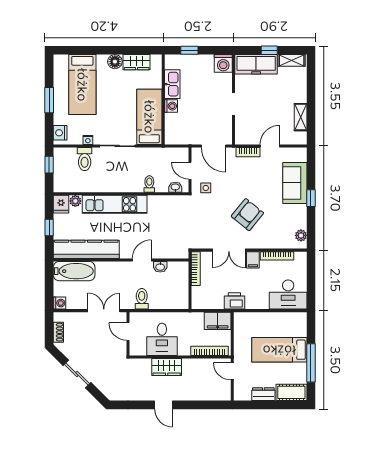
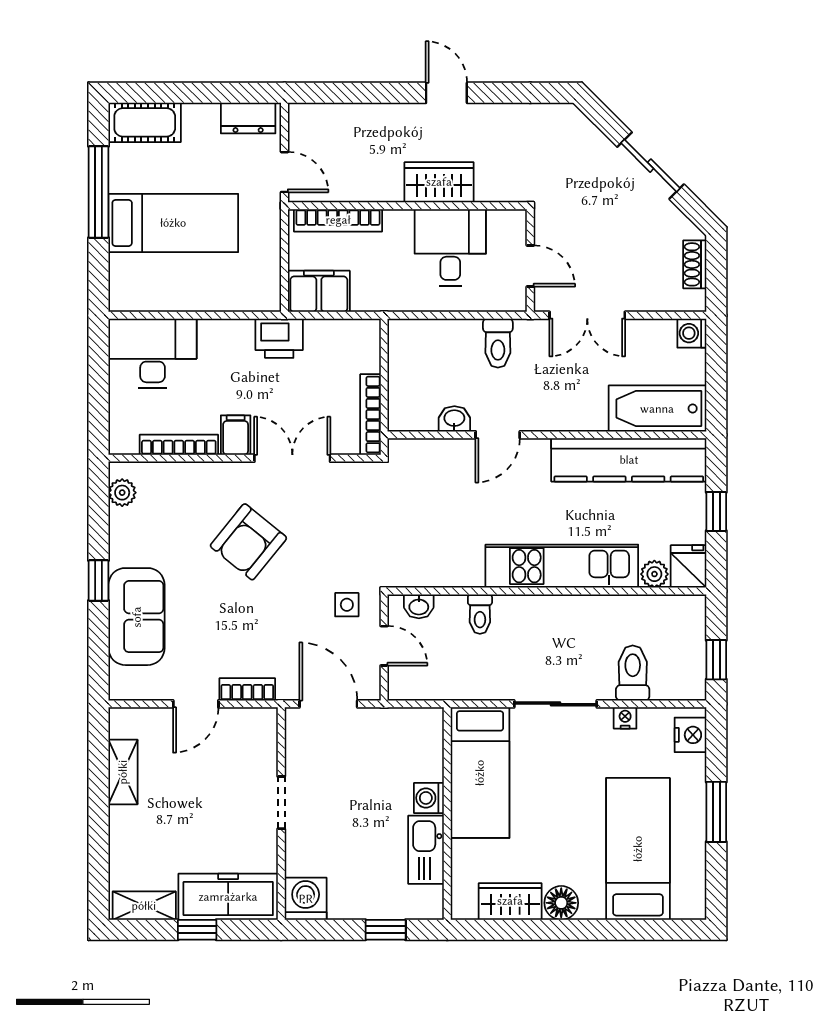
dresser: (263, 394) -> (248, 118), moved

